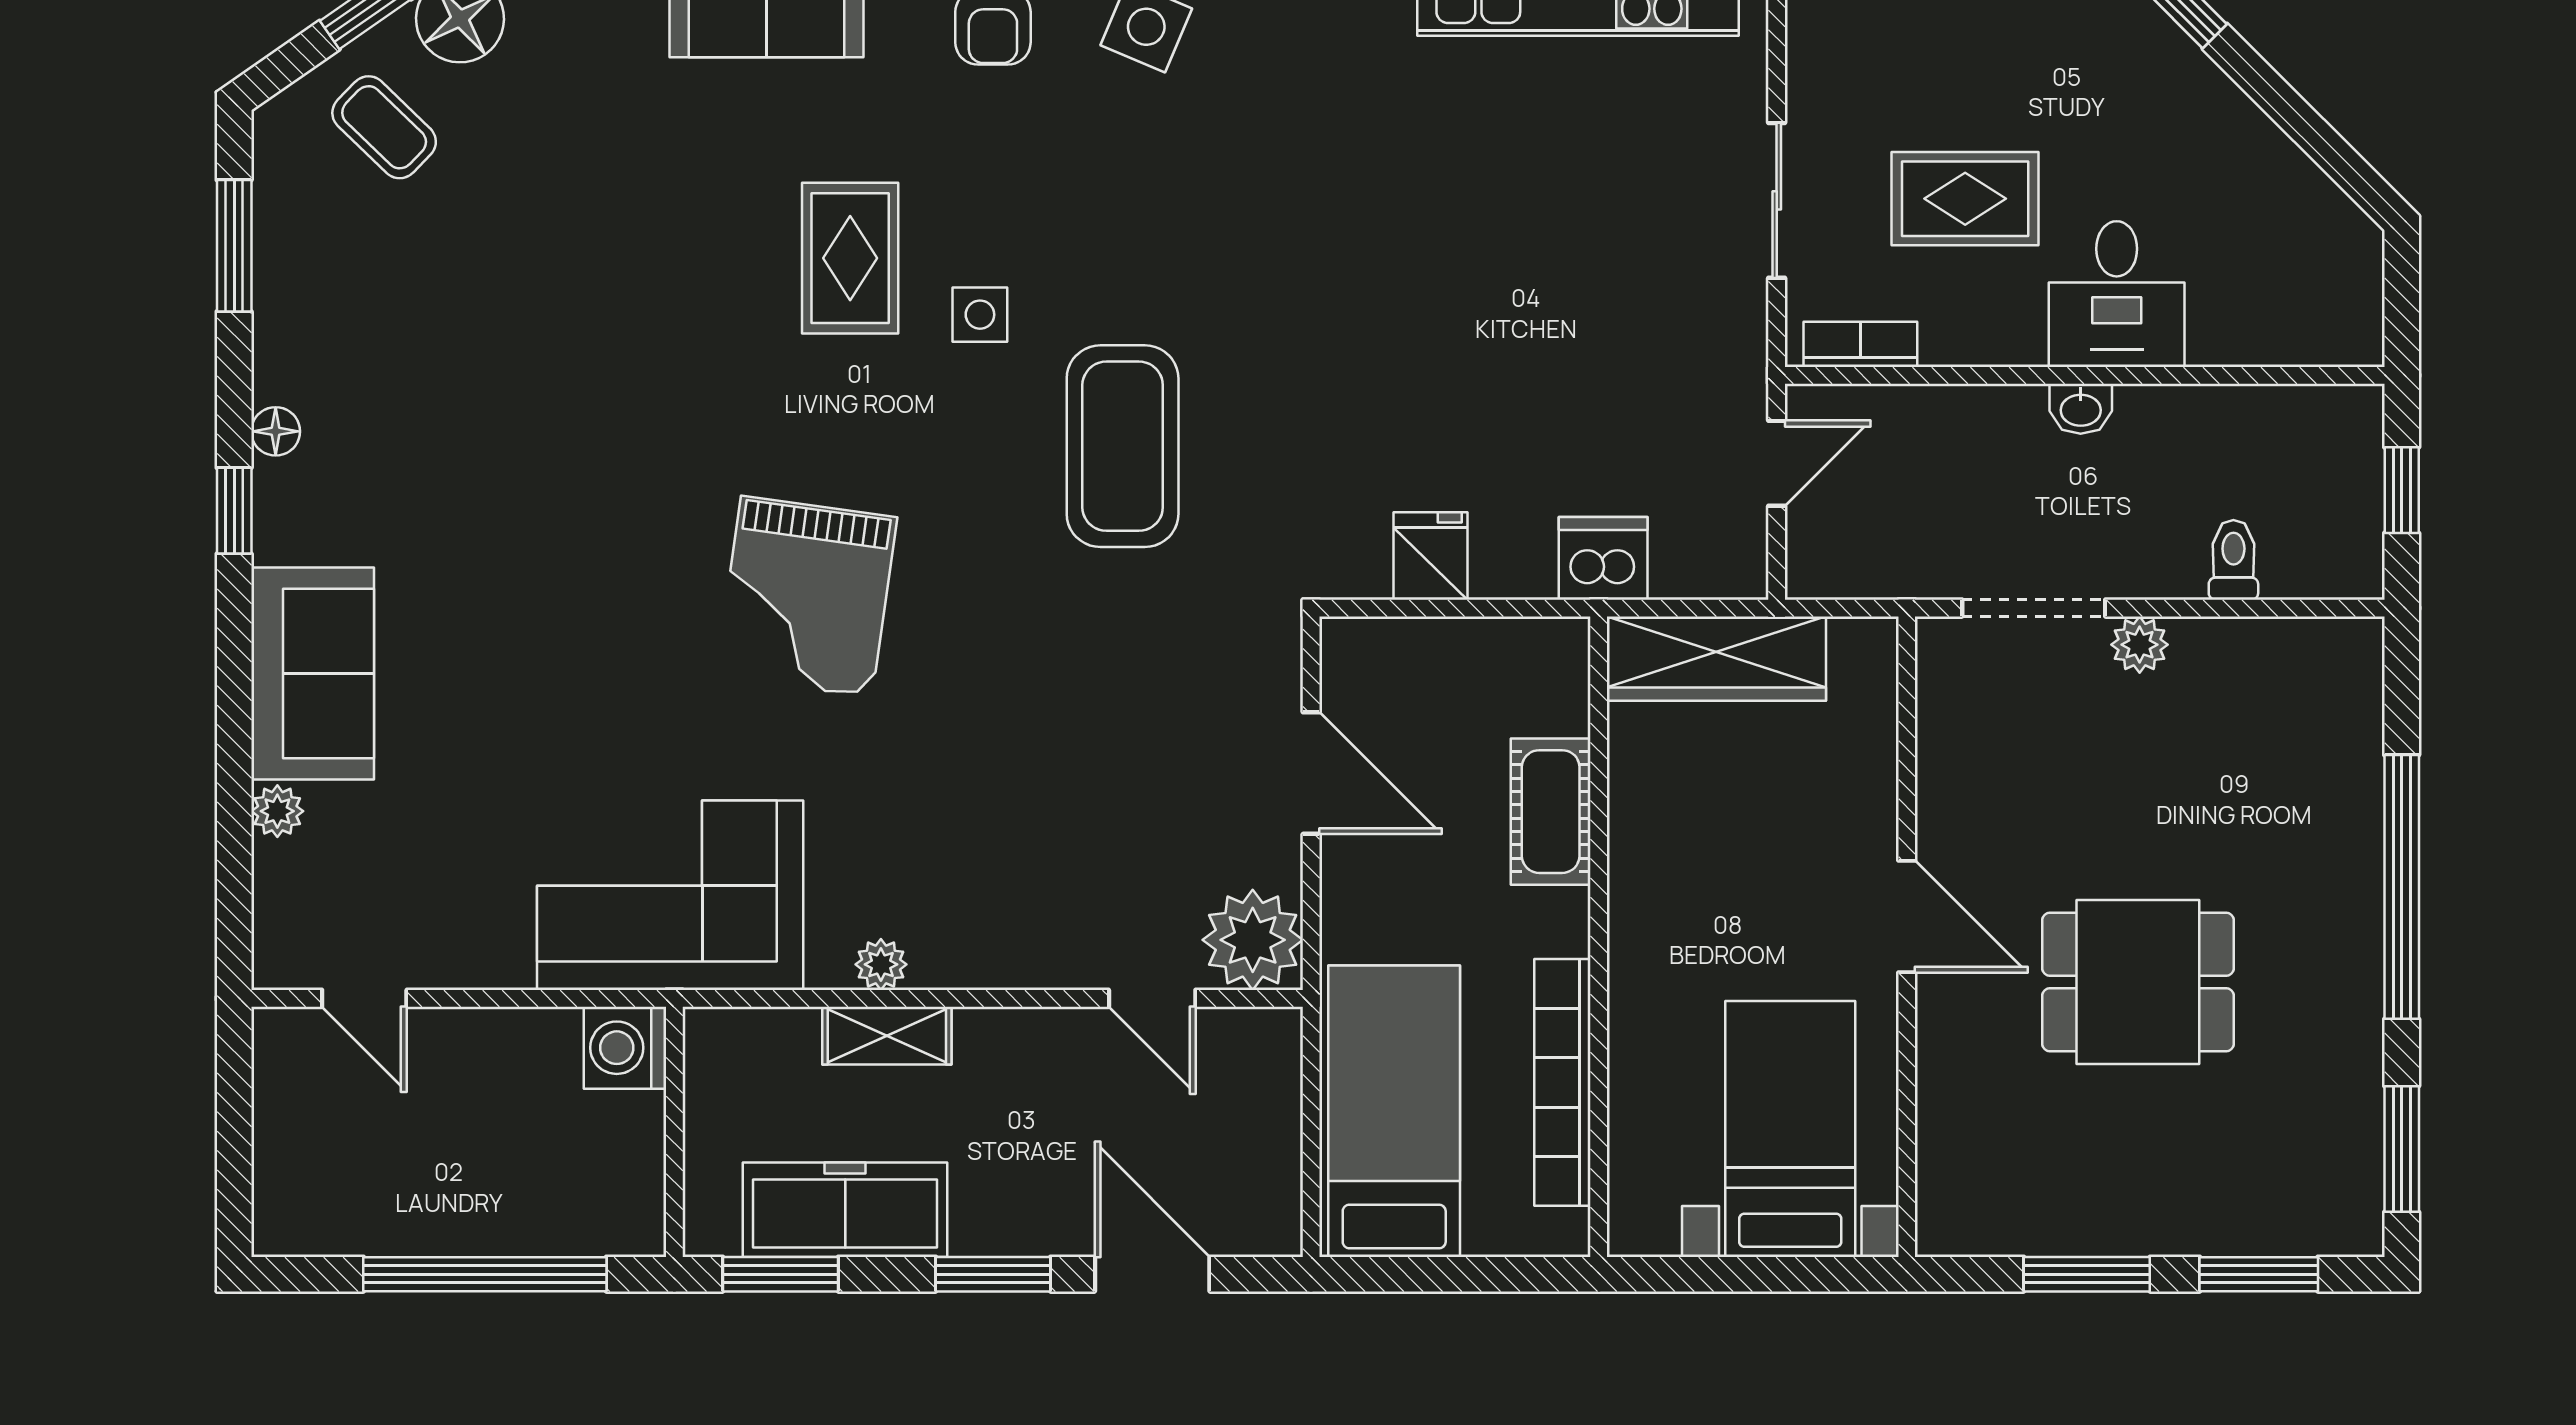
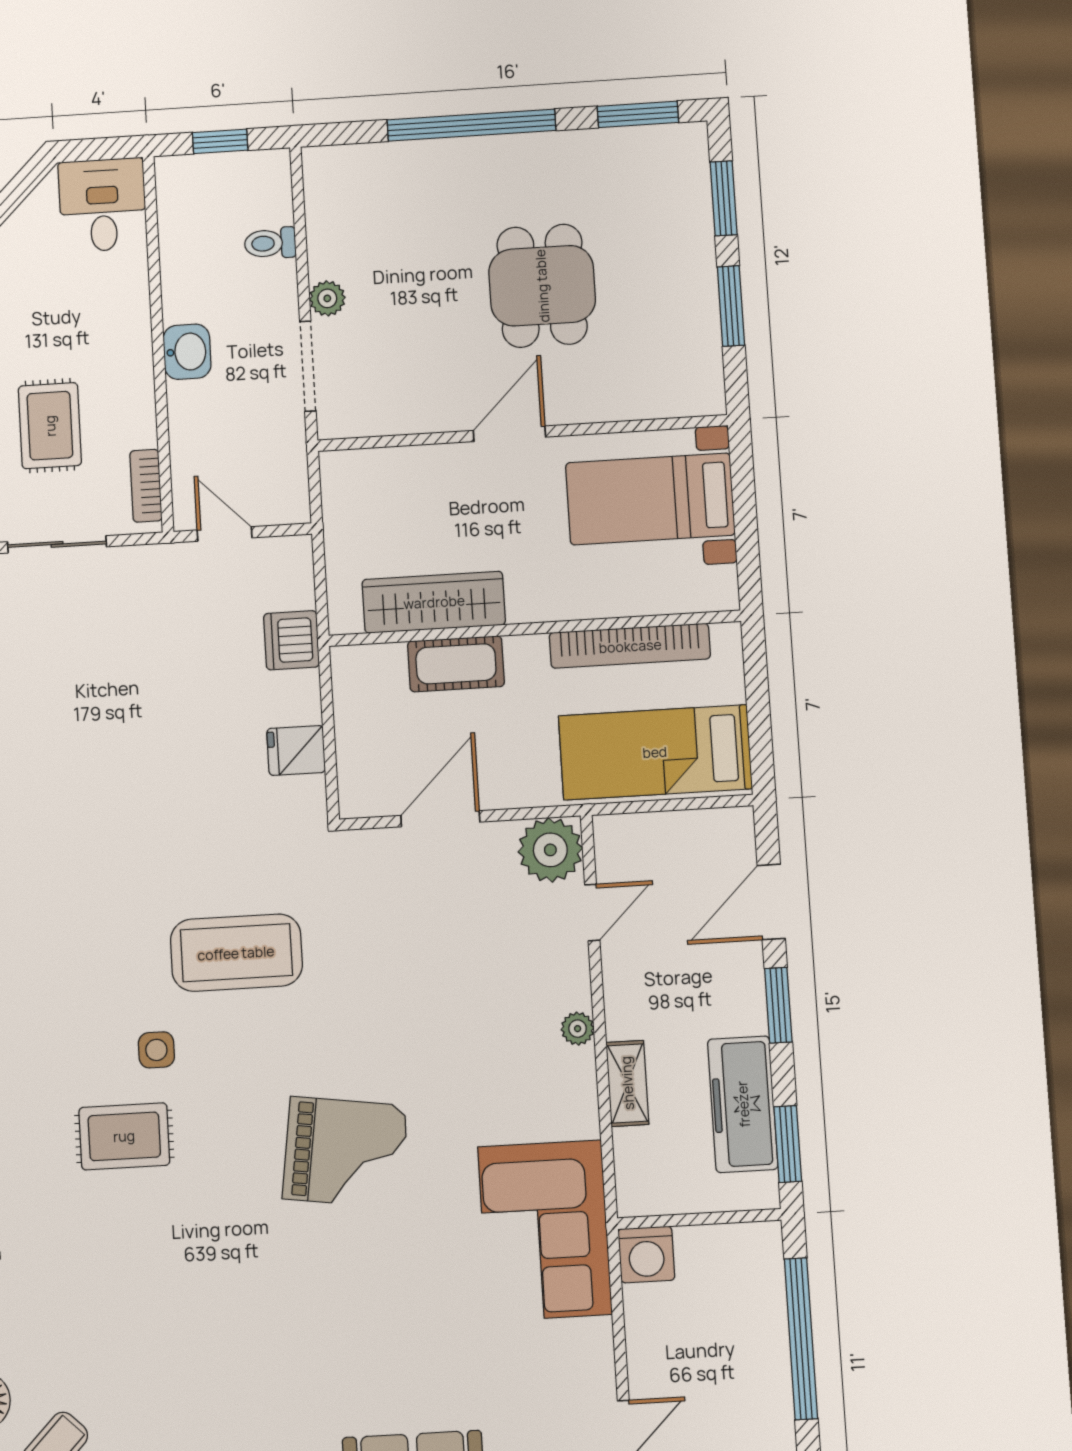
desk: (2117, 294) -> (103, 205), moved, turned -90
washbasin: (2081, 409) -> (187, 352), width x1.38, depth x1.45
wardrobe: (1716, 659) -> (434, 602), moved, turned -90
plant: (881, 964) -> (578, 1029), moved

